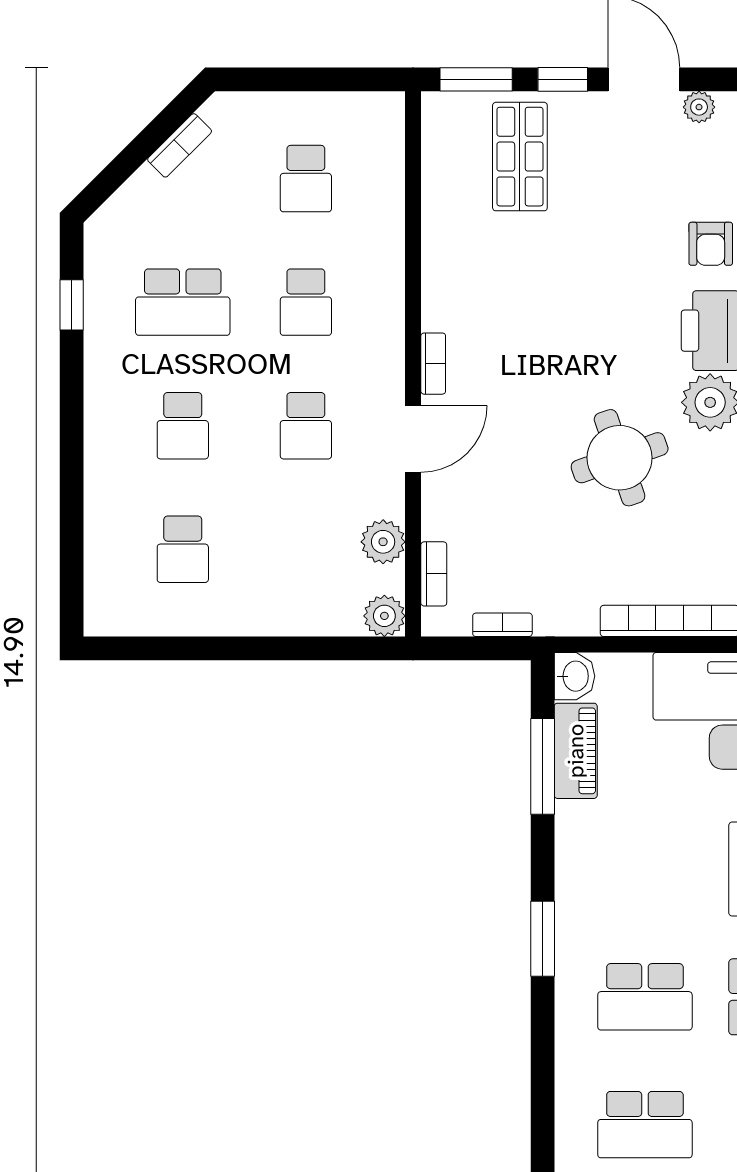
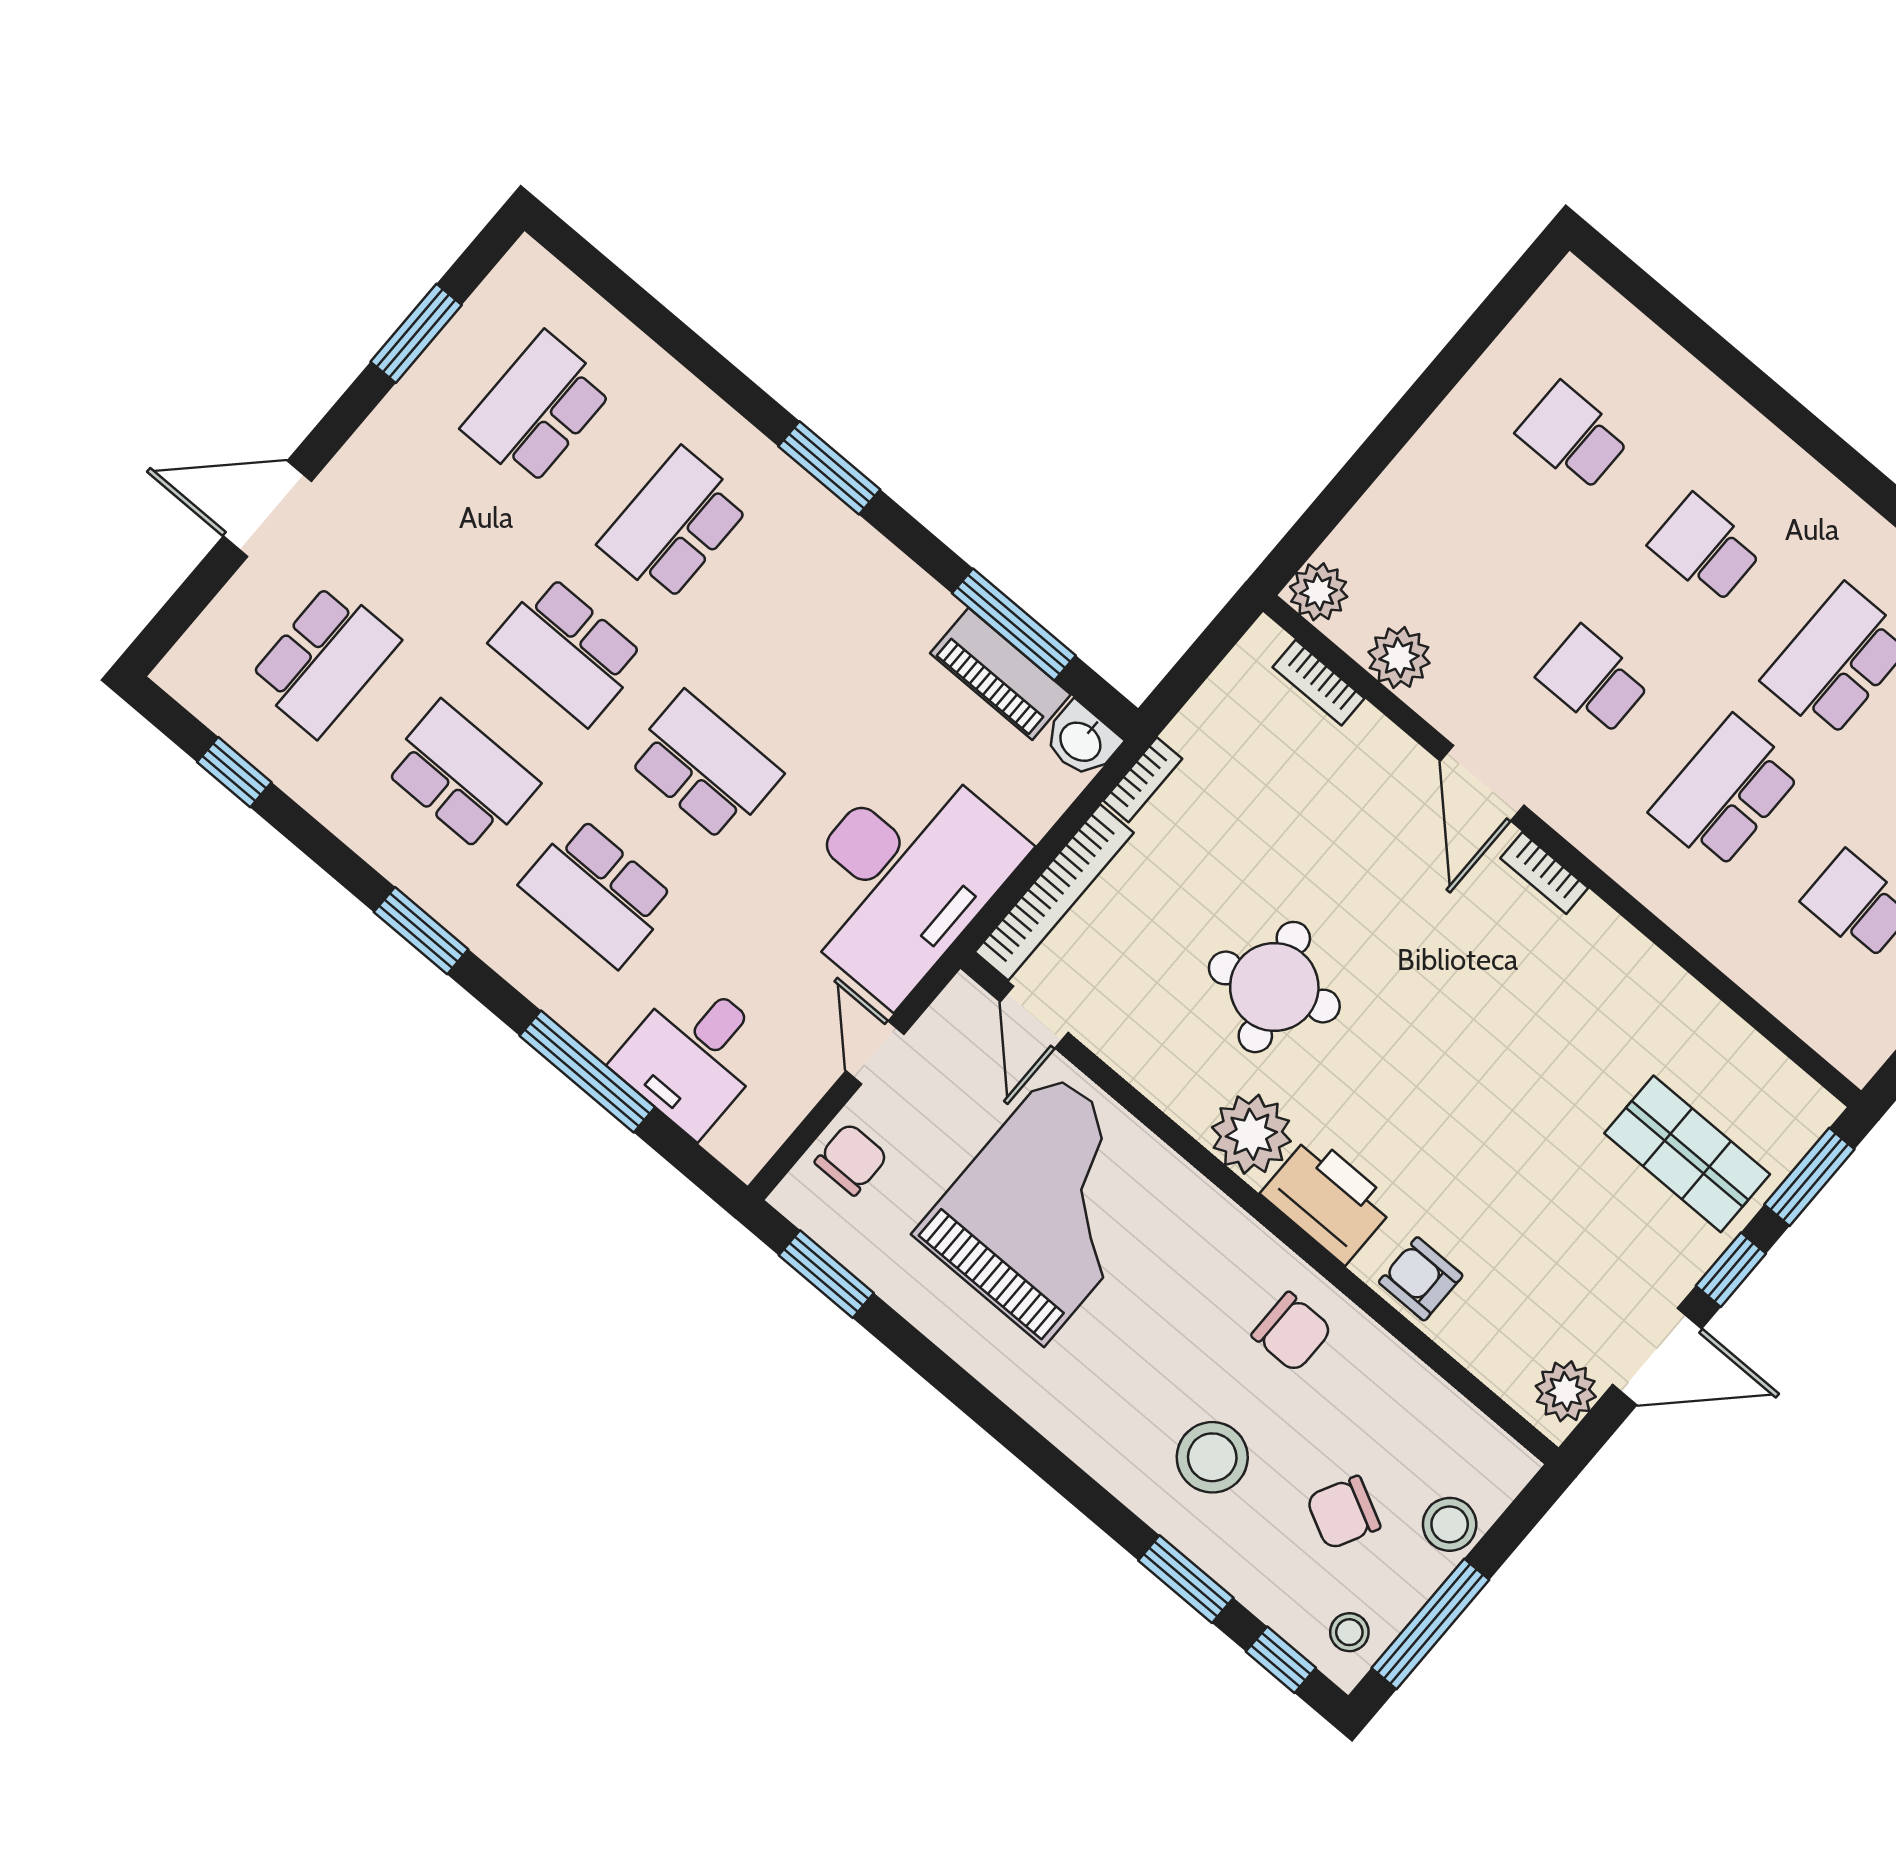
plant: (699, 107) -> (1566, 1391), width x1.38, depth x1.38
school desk: (306, 302) -> (1726, 792), width x1.85
bookcase: (502, 625) -> (1143, 780), moved

